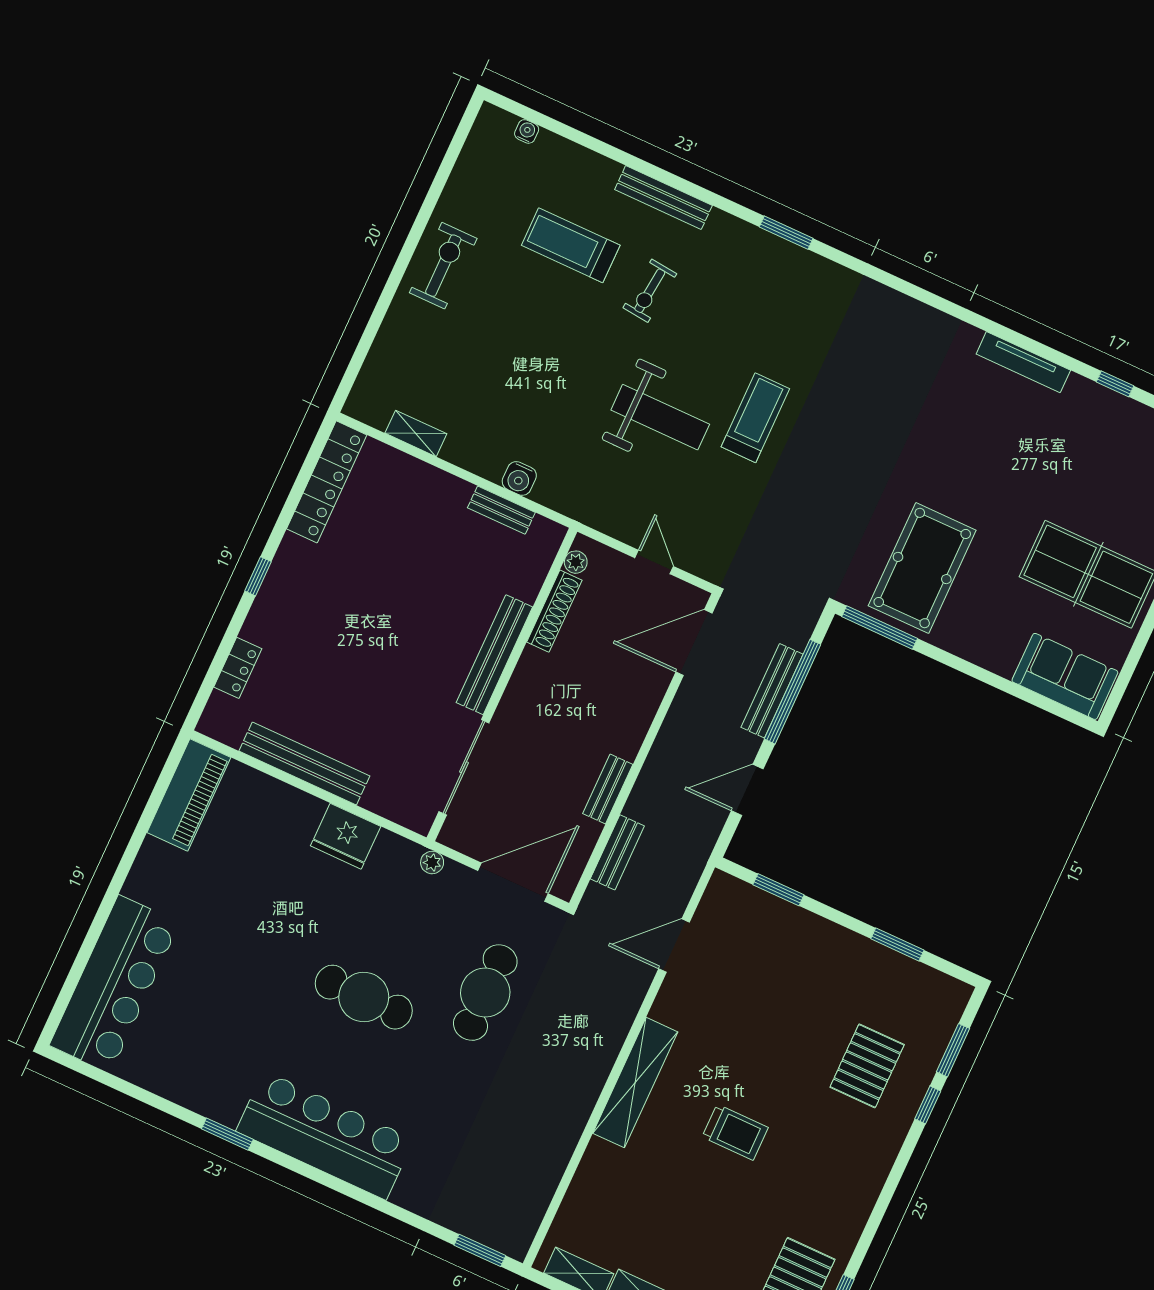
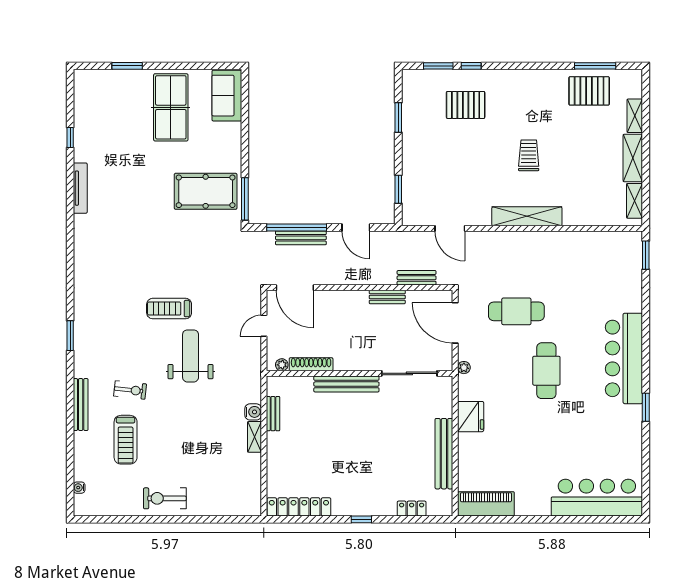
shelving: (416, 433) -> (254, 437), moved

